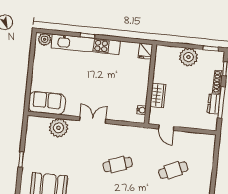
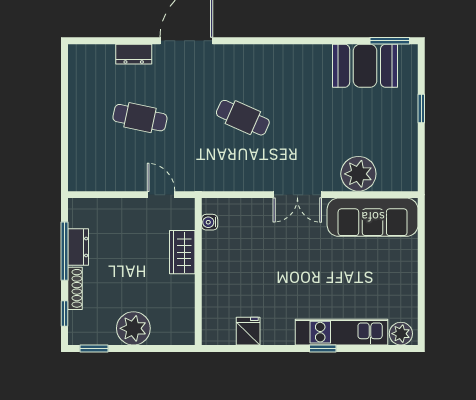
kitchen unit: (86, 44) -> (341, 332), width x0.73
fridge: (146, 51) -> (248, 331), moved
sofa: (47, 103) -> (373, 217), width x1.36
cafe table: (118, 165) -> (243, 118), turned 42
cafe table: (173, 170) -> (140, 118), turned 36

